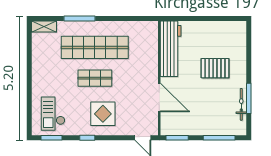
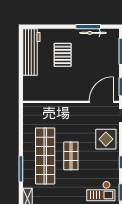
workbench: (171, 49) -> (31, 52), moved, turned 90
door: (159, 98) -> (101, 102), moved
display table: (103, 114) -> (106, 139), moved

